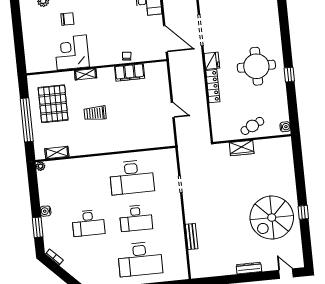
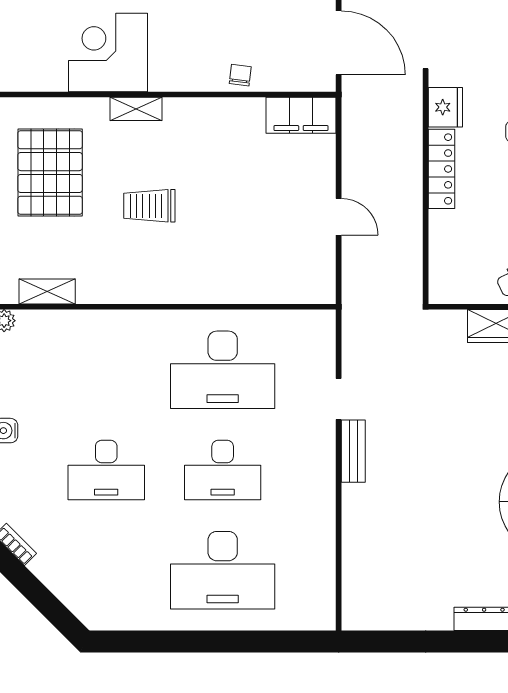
filing cabinet: (130, 72) -> (301, 115), moved
bench: (192, 236) -> (353, 451), moved

